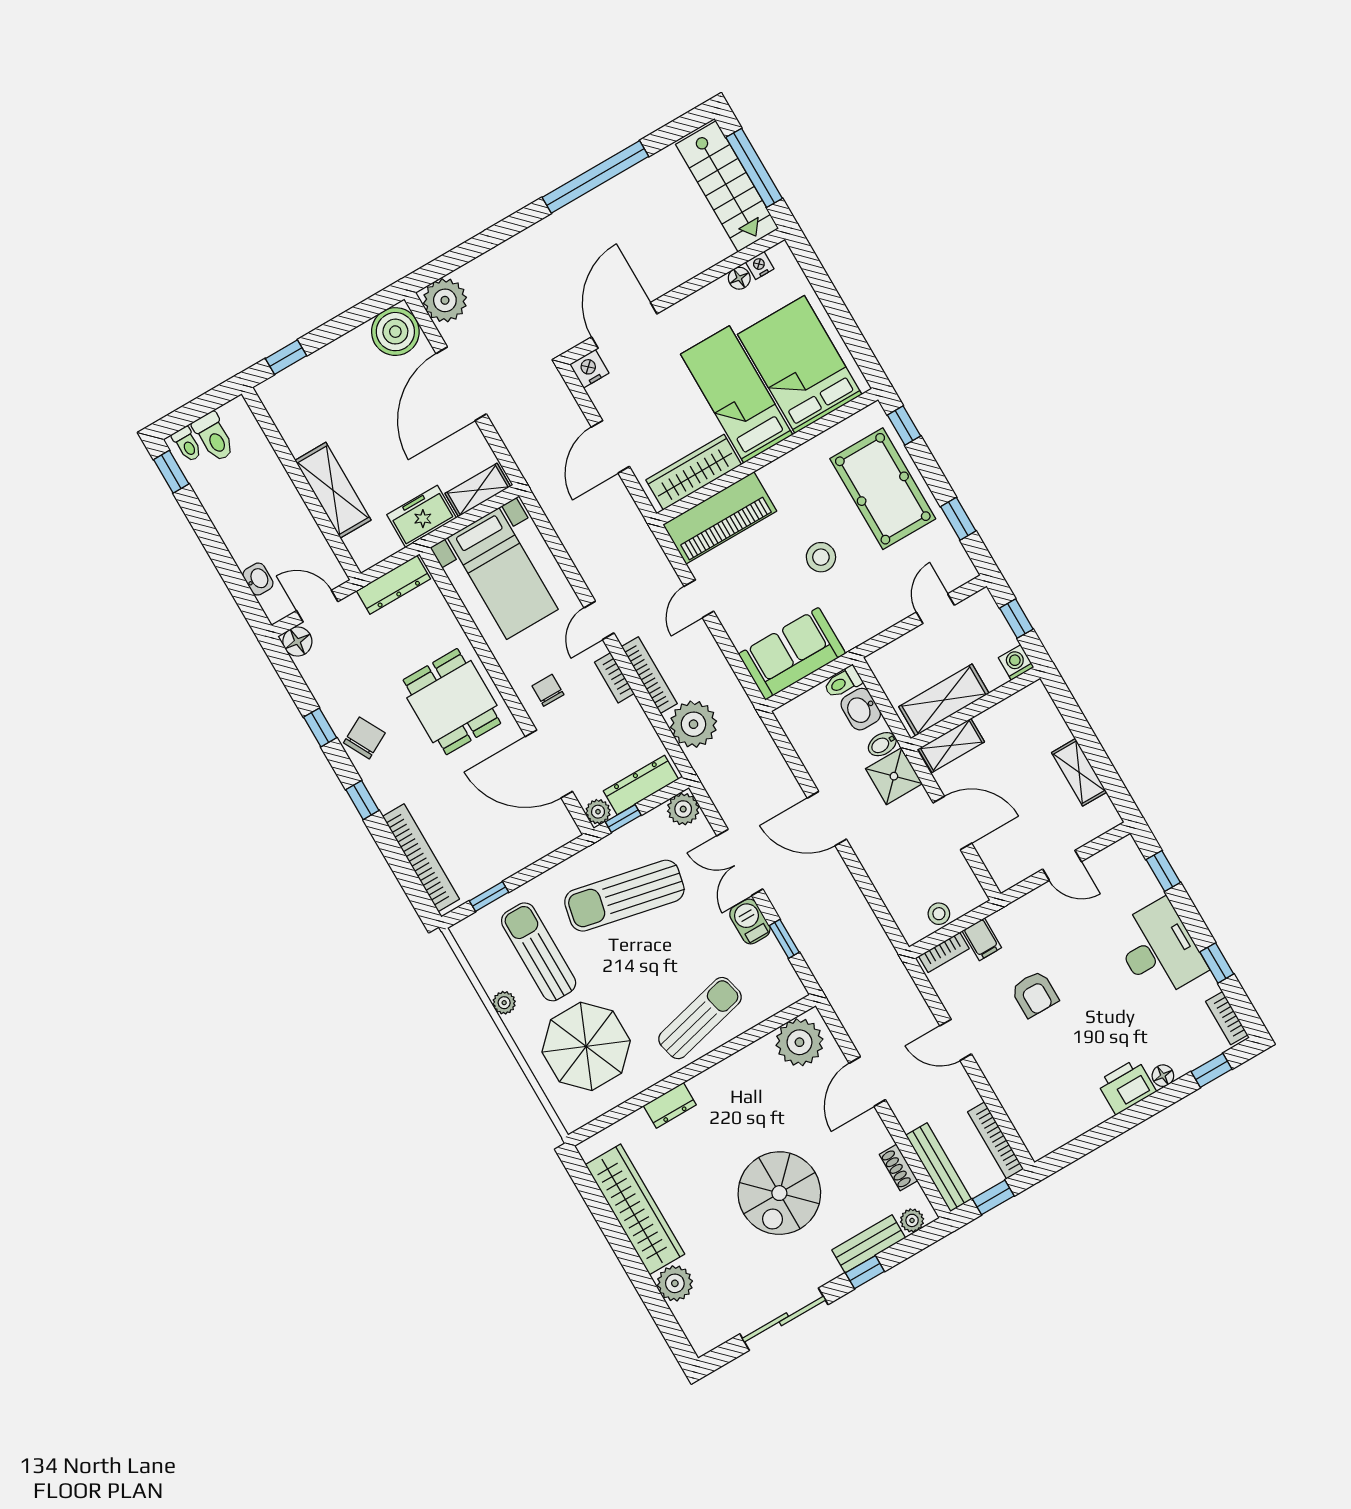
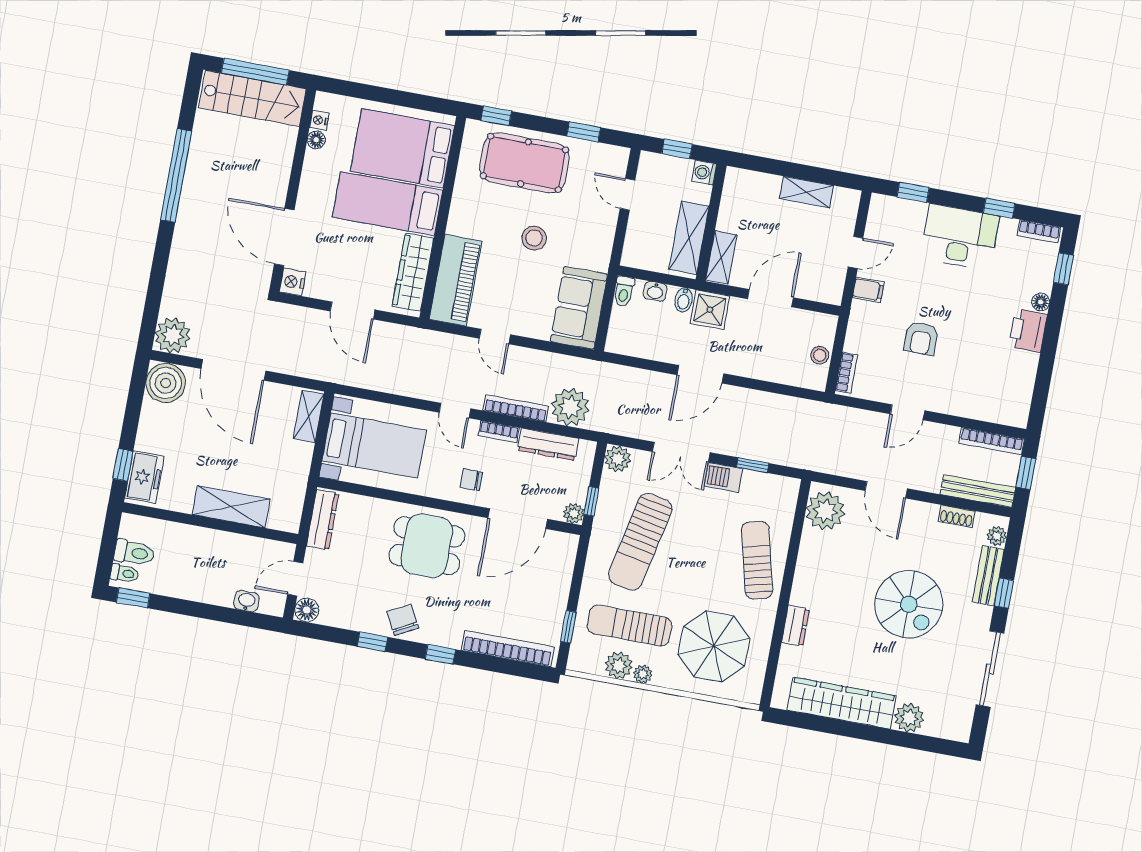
freezer: (422, 516) -> (144, 477), moved, turned 180
washbasin: (861, 709) -> (655, 291), width x0.72, depth x0.69
dresser: (641, 785) -> (548, 444), moved, turned -90
filing cabinet: (982, 939) -> (868, 290), moved
plant: (493, 974) -> (619, 665), added
armchair: (1035, 994) -> (921, 338), turned 90

